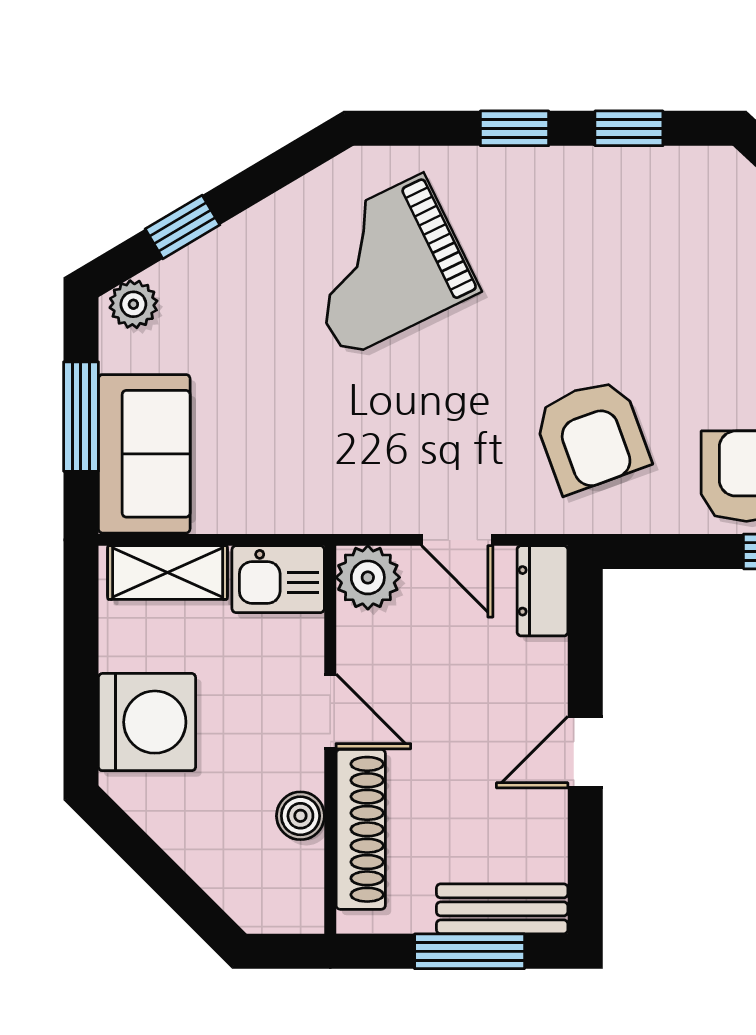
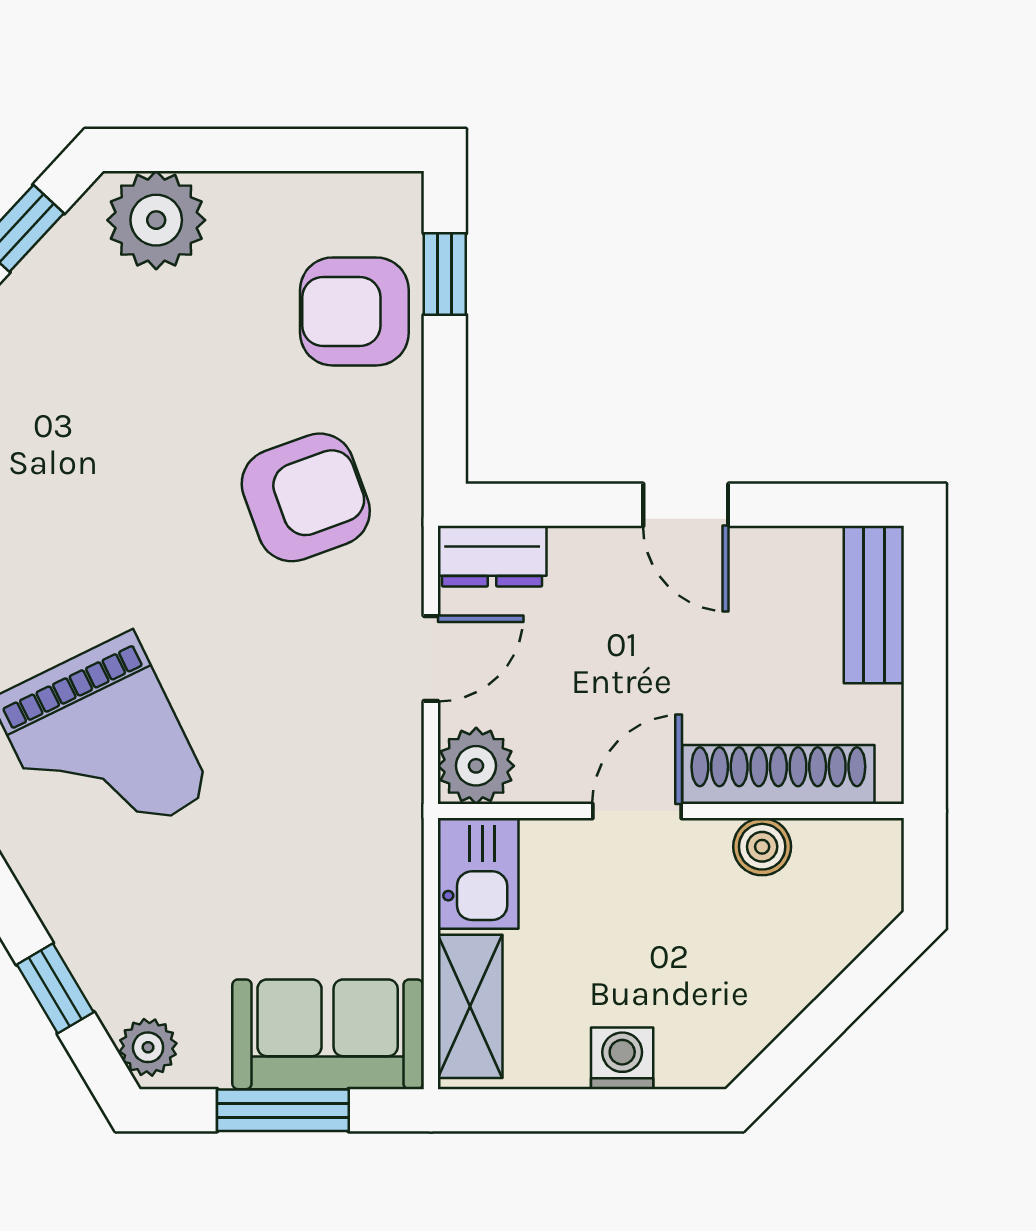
washing machine: (147, 722) -> (622, 1058), width x0.53, depth x0.53
window: (470, 951) -> (925, 644), removed

